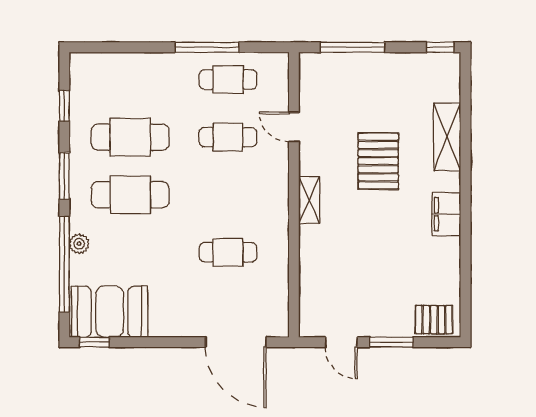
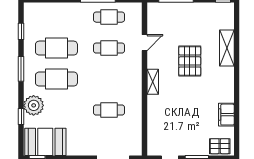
door: (294, 127) -> (144, 43), swing flipped
filing cabinet: (446, 214) -> (226, 115), moved
plant: (79, 244) -> (34, 105), width x1.87, depth x1.87
window: (64, 264) -> (21, 116), width x0.32

